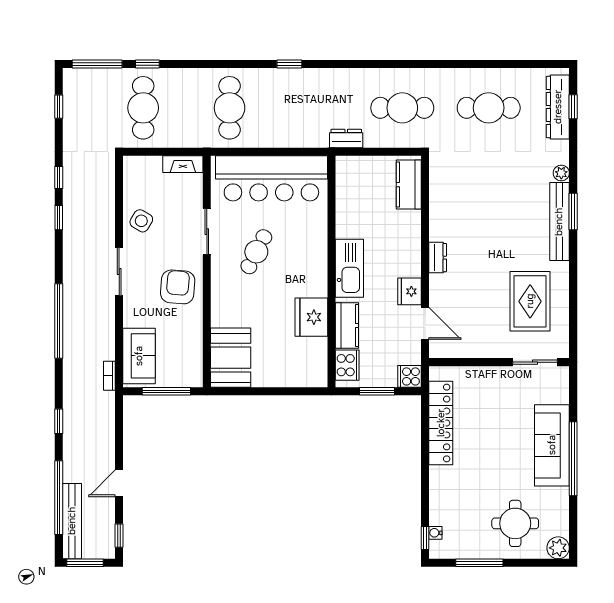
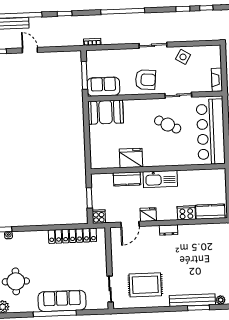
sofa: (139, 356) -> (103, 87), moved, turned 180
cooker: (347, 365) -> (186, 213), moved, turned 180

